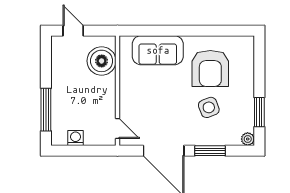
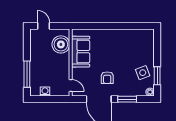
sofa: (158, 50) -> (81, 52), moved, turned -90
armchair: (210, 68) -> (107, 78), moved, width x0.53, depth x0.53
side table: (209, 107) -> (143, 73), moved

